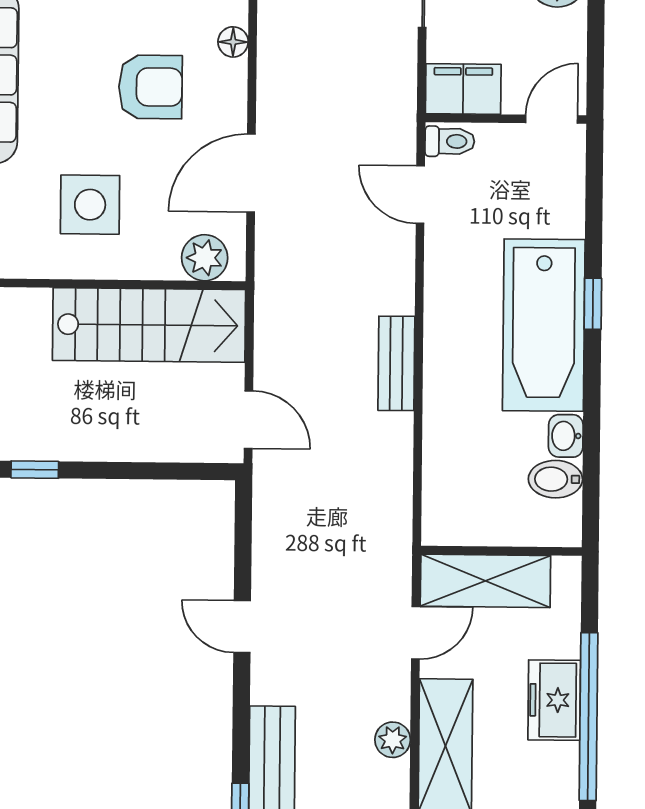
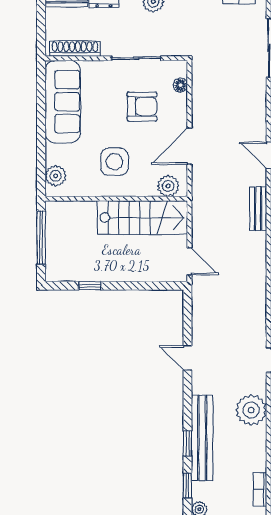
bench: (396, 363) -> (258, 209), moved
plant: (393, 740) -> (251, 410), width x1.88, depth x1.88

